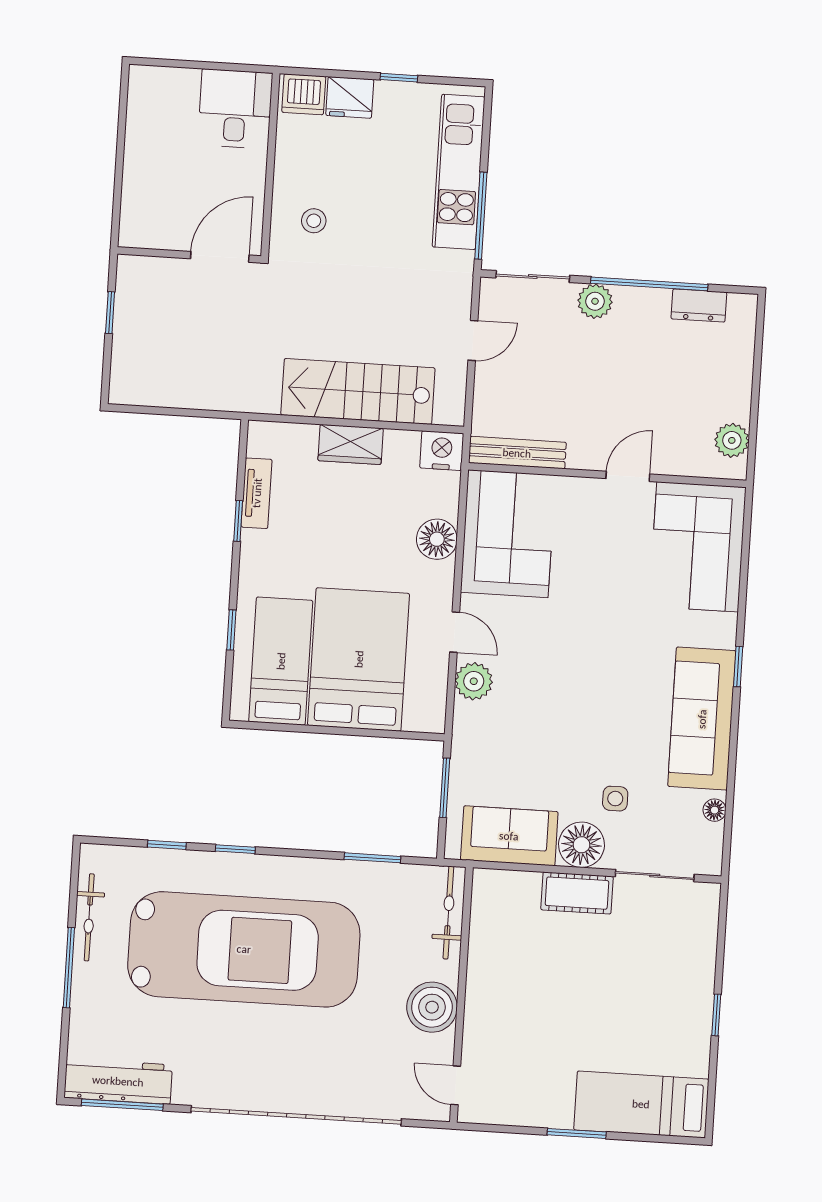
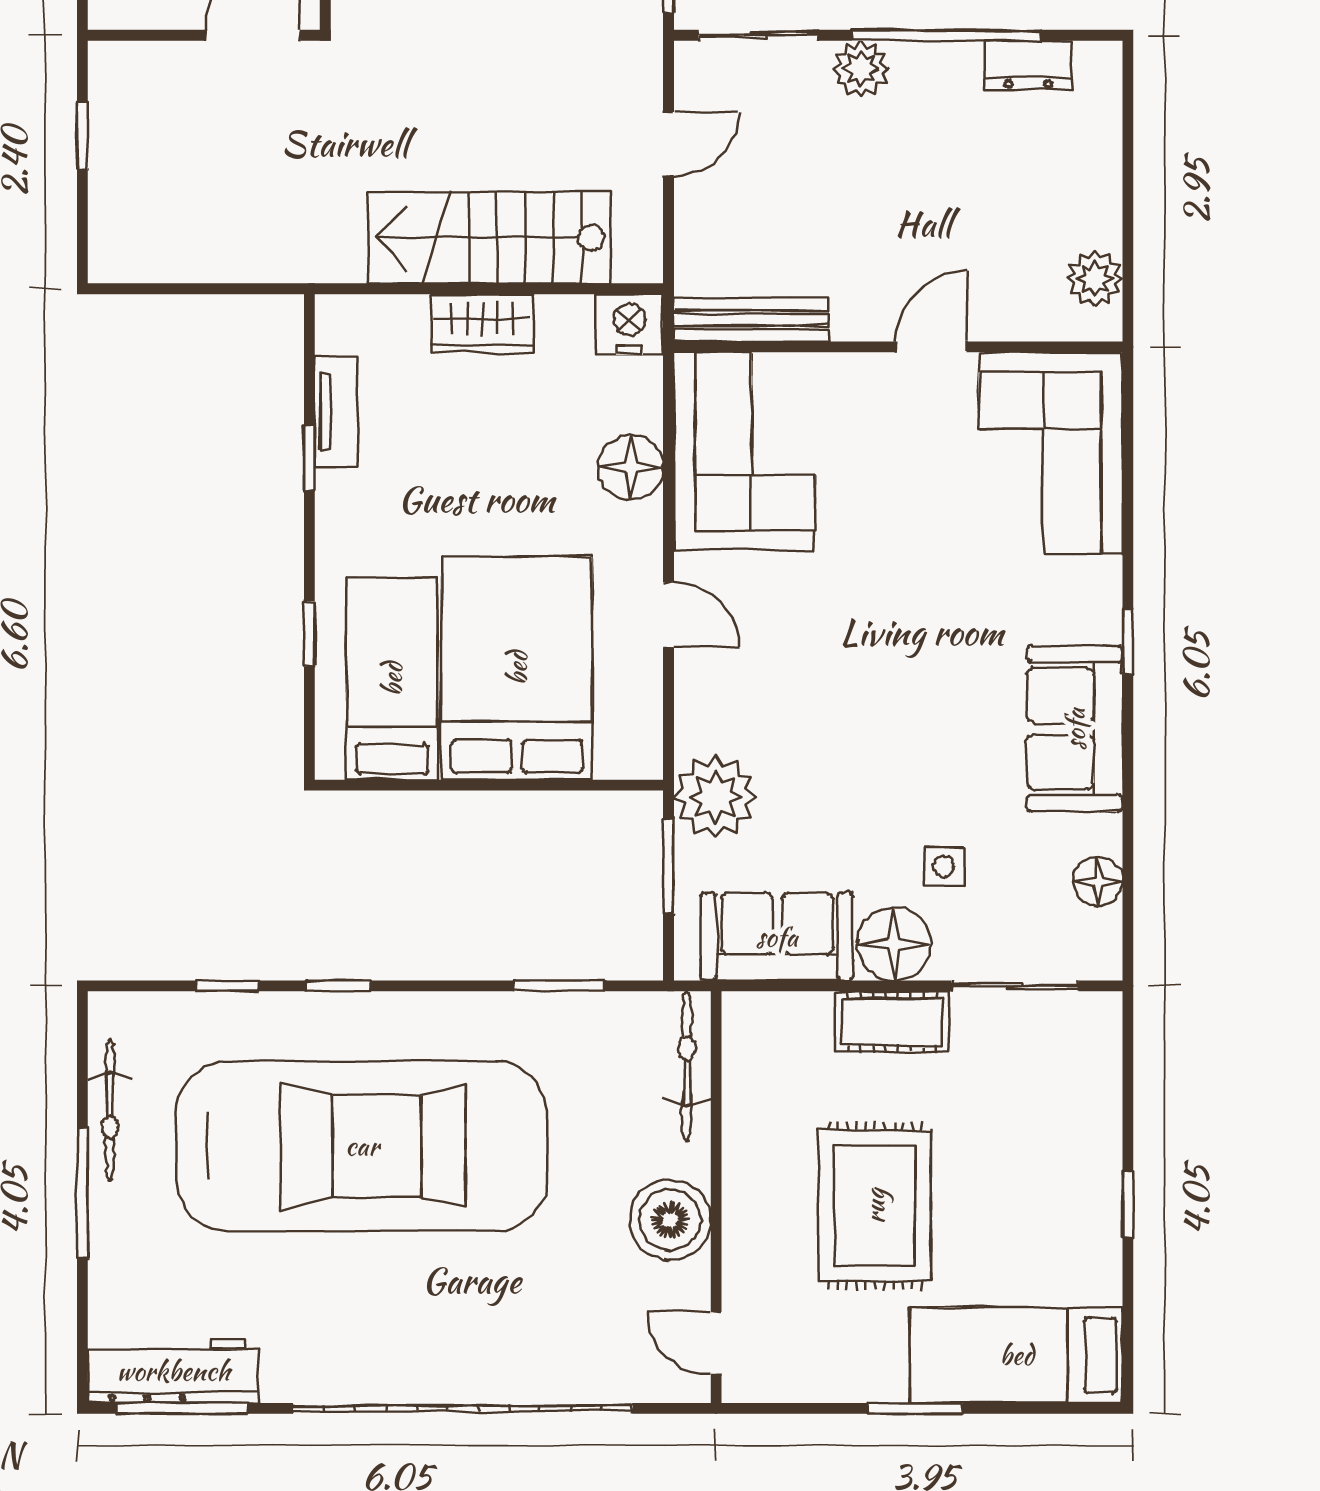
plant: (474, 681) -> (715, 797), moved, width x1.36, depth x1.36
sofa: (702, 719) -> (1075, 729), width x0.73
floor lamp: (715, 810) -> (1098, 881), width x1.37, depth x1.37
rug: (559, 1006) -> (875, 1206), added

